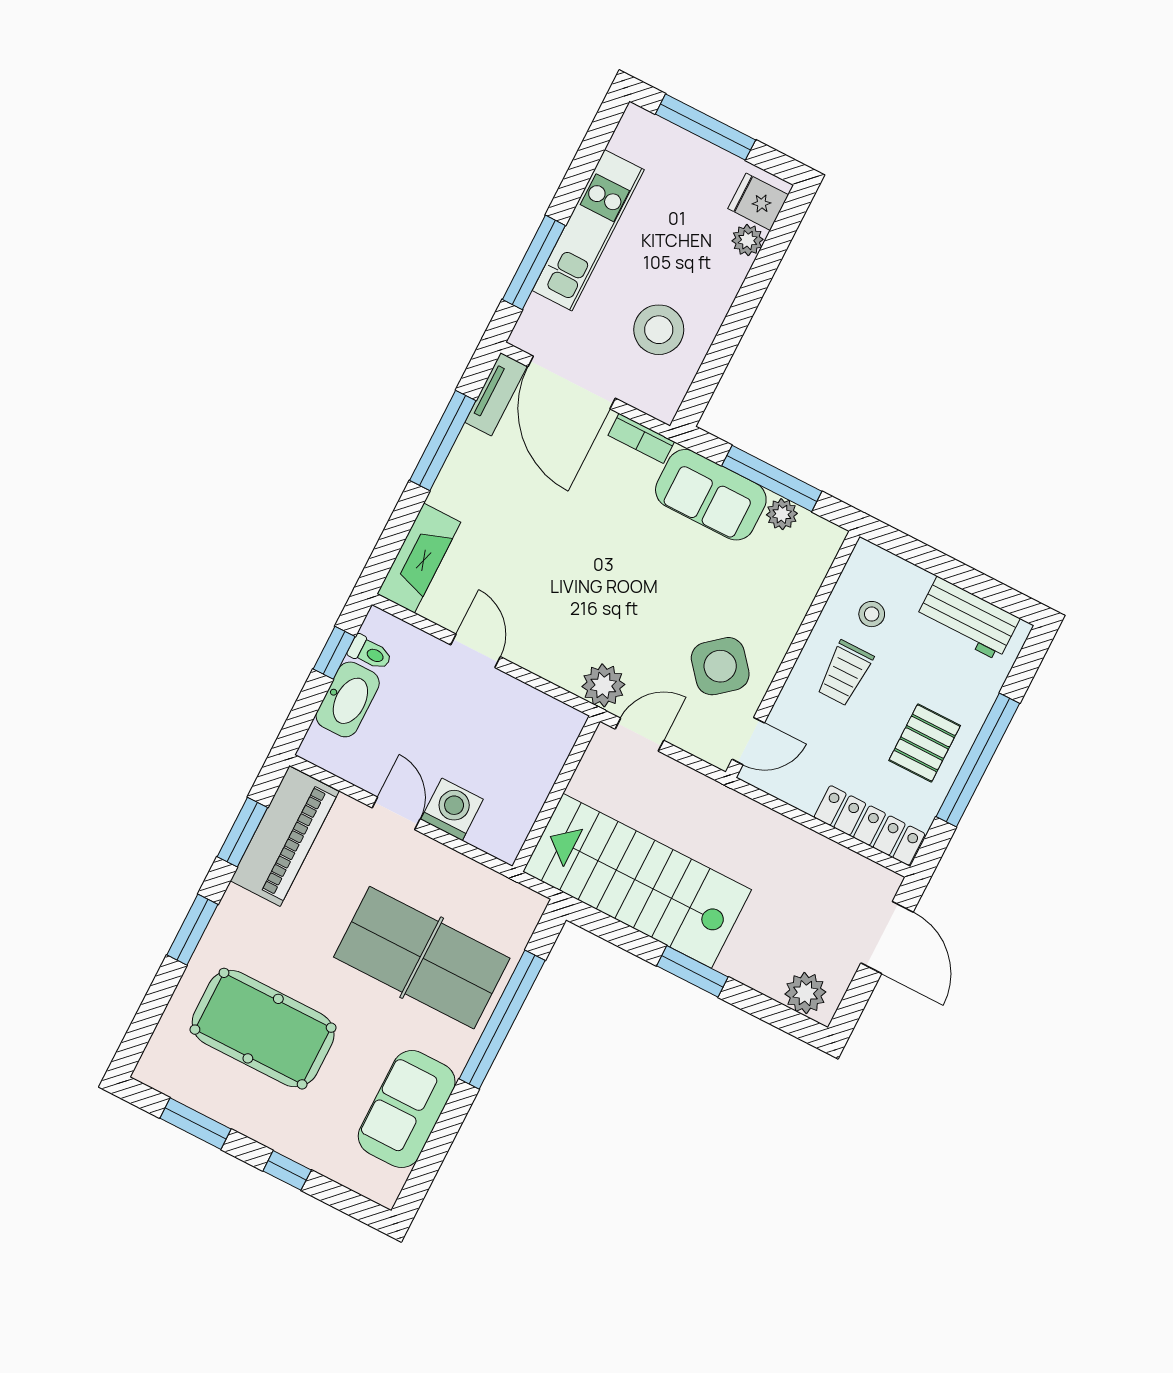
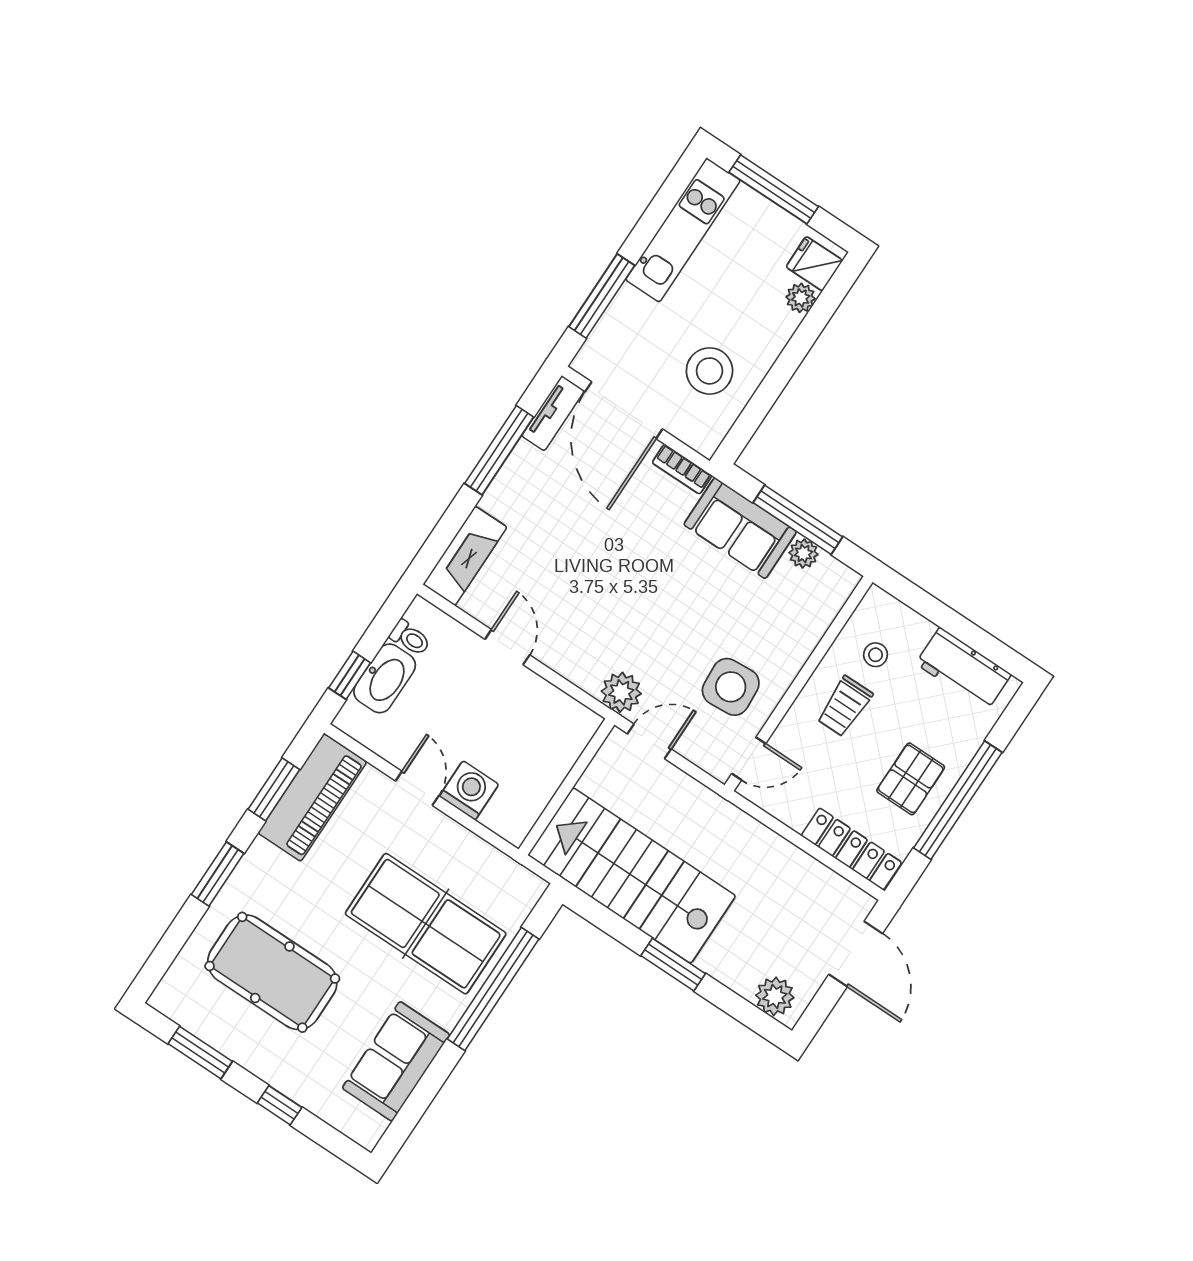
kitchen unit: (588, 230) -> (683, 230), moved
window: (334, 653) -> (350, 675), moved
side table: (720, 666) -> (731, 687), turned 36

